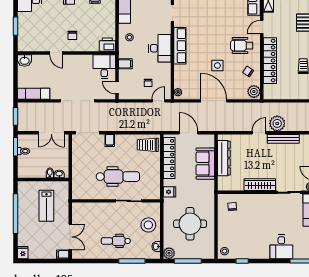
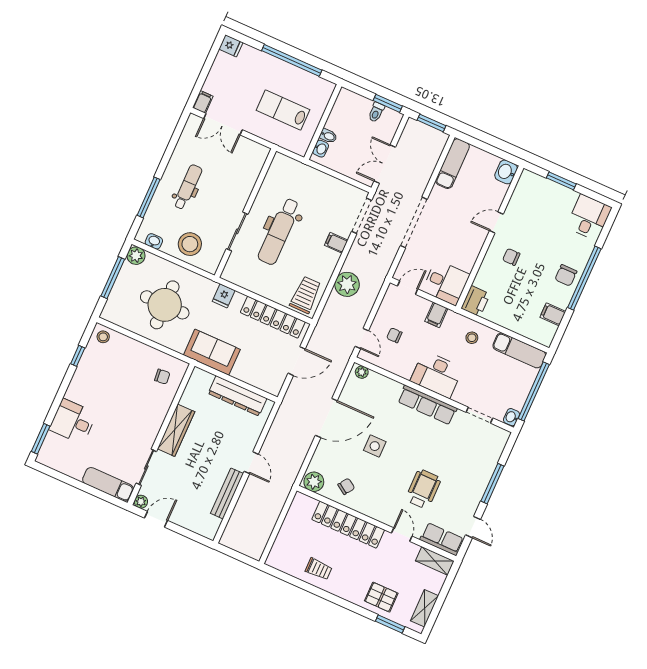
wheelchair: (242, 46) -> (423, 489), moved
plant: (277, 123) -> (347, 284), moved
sofa: (205, 164) -> (212, 352), moved

